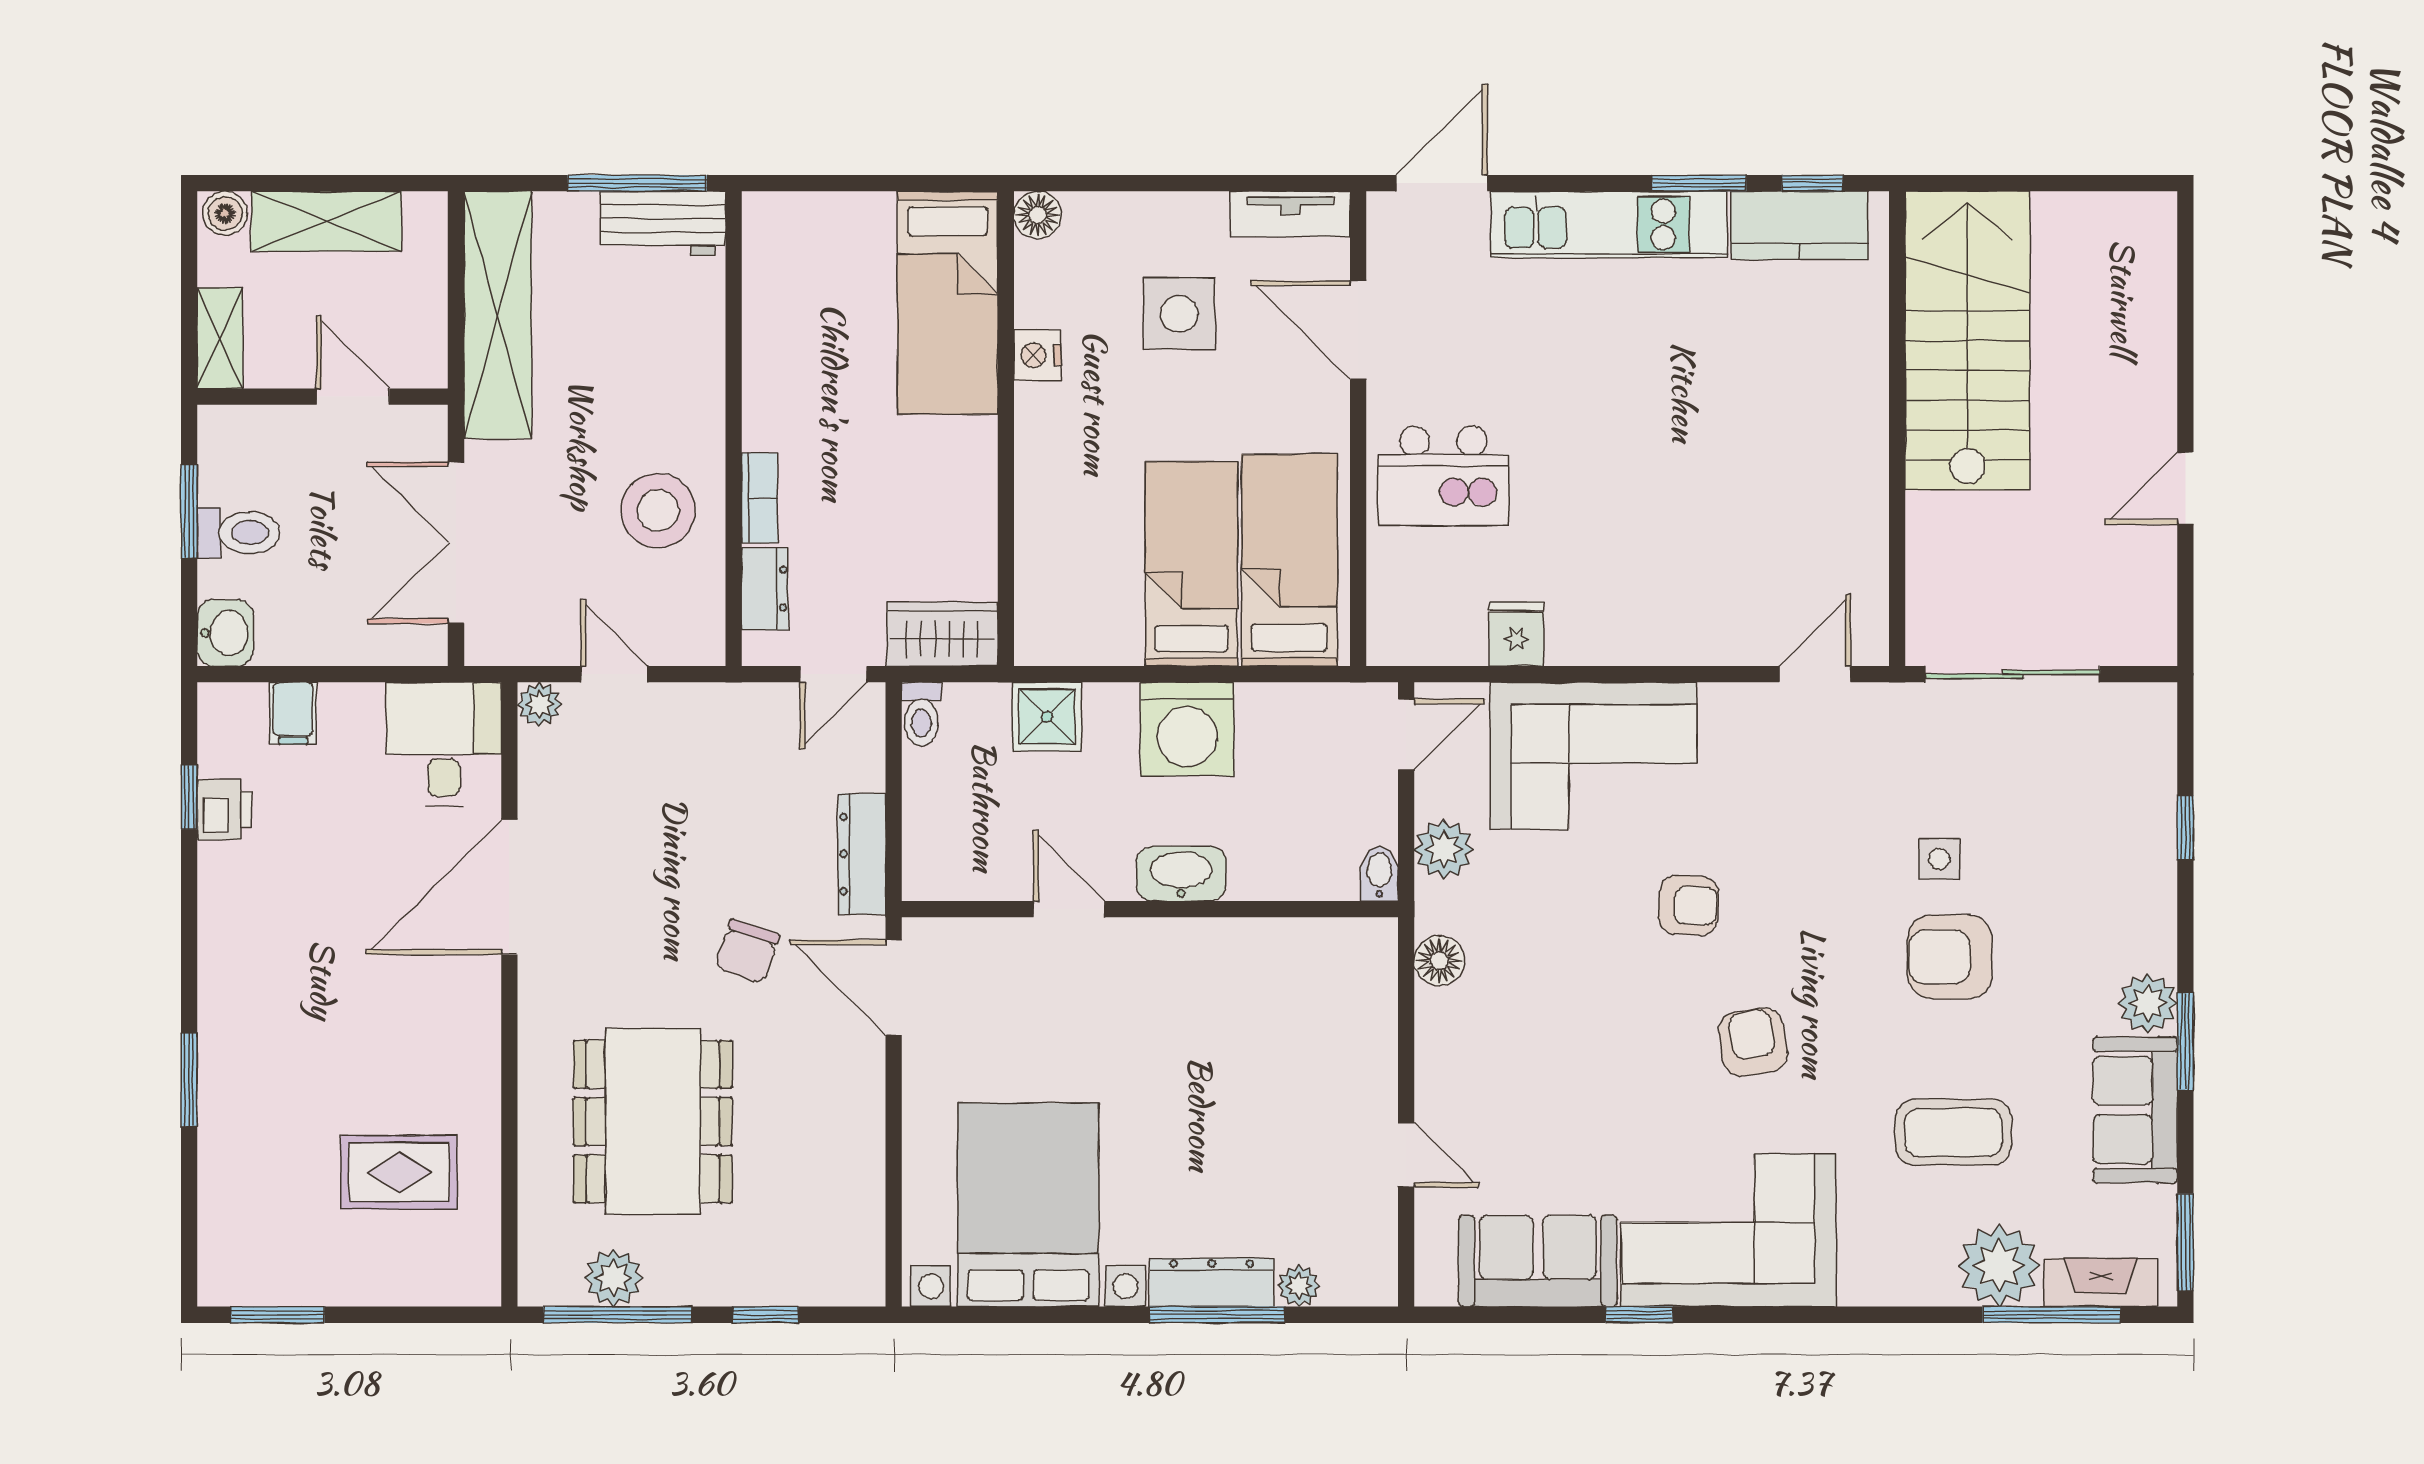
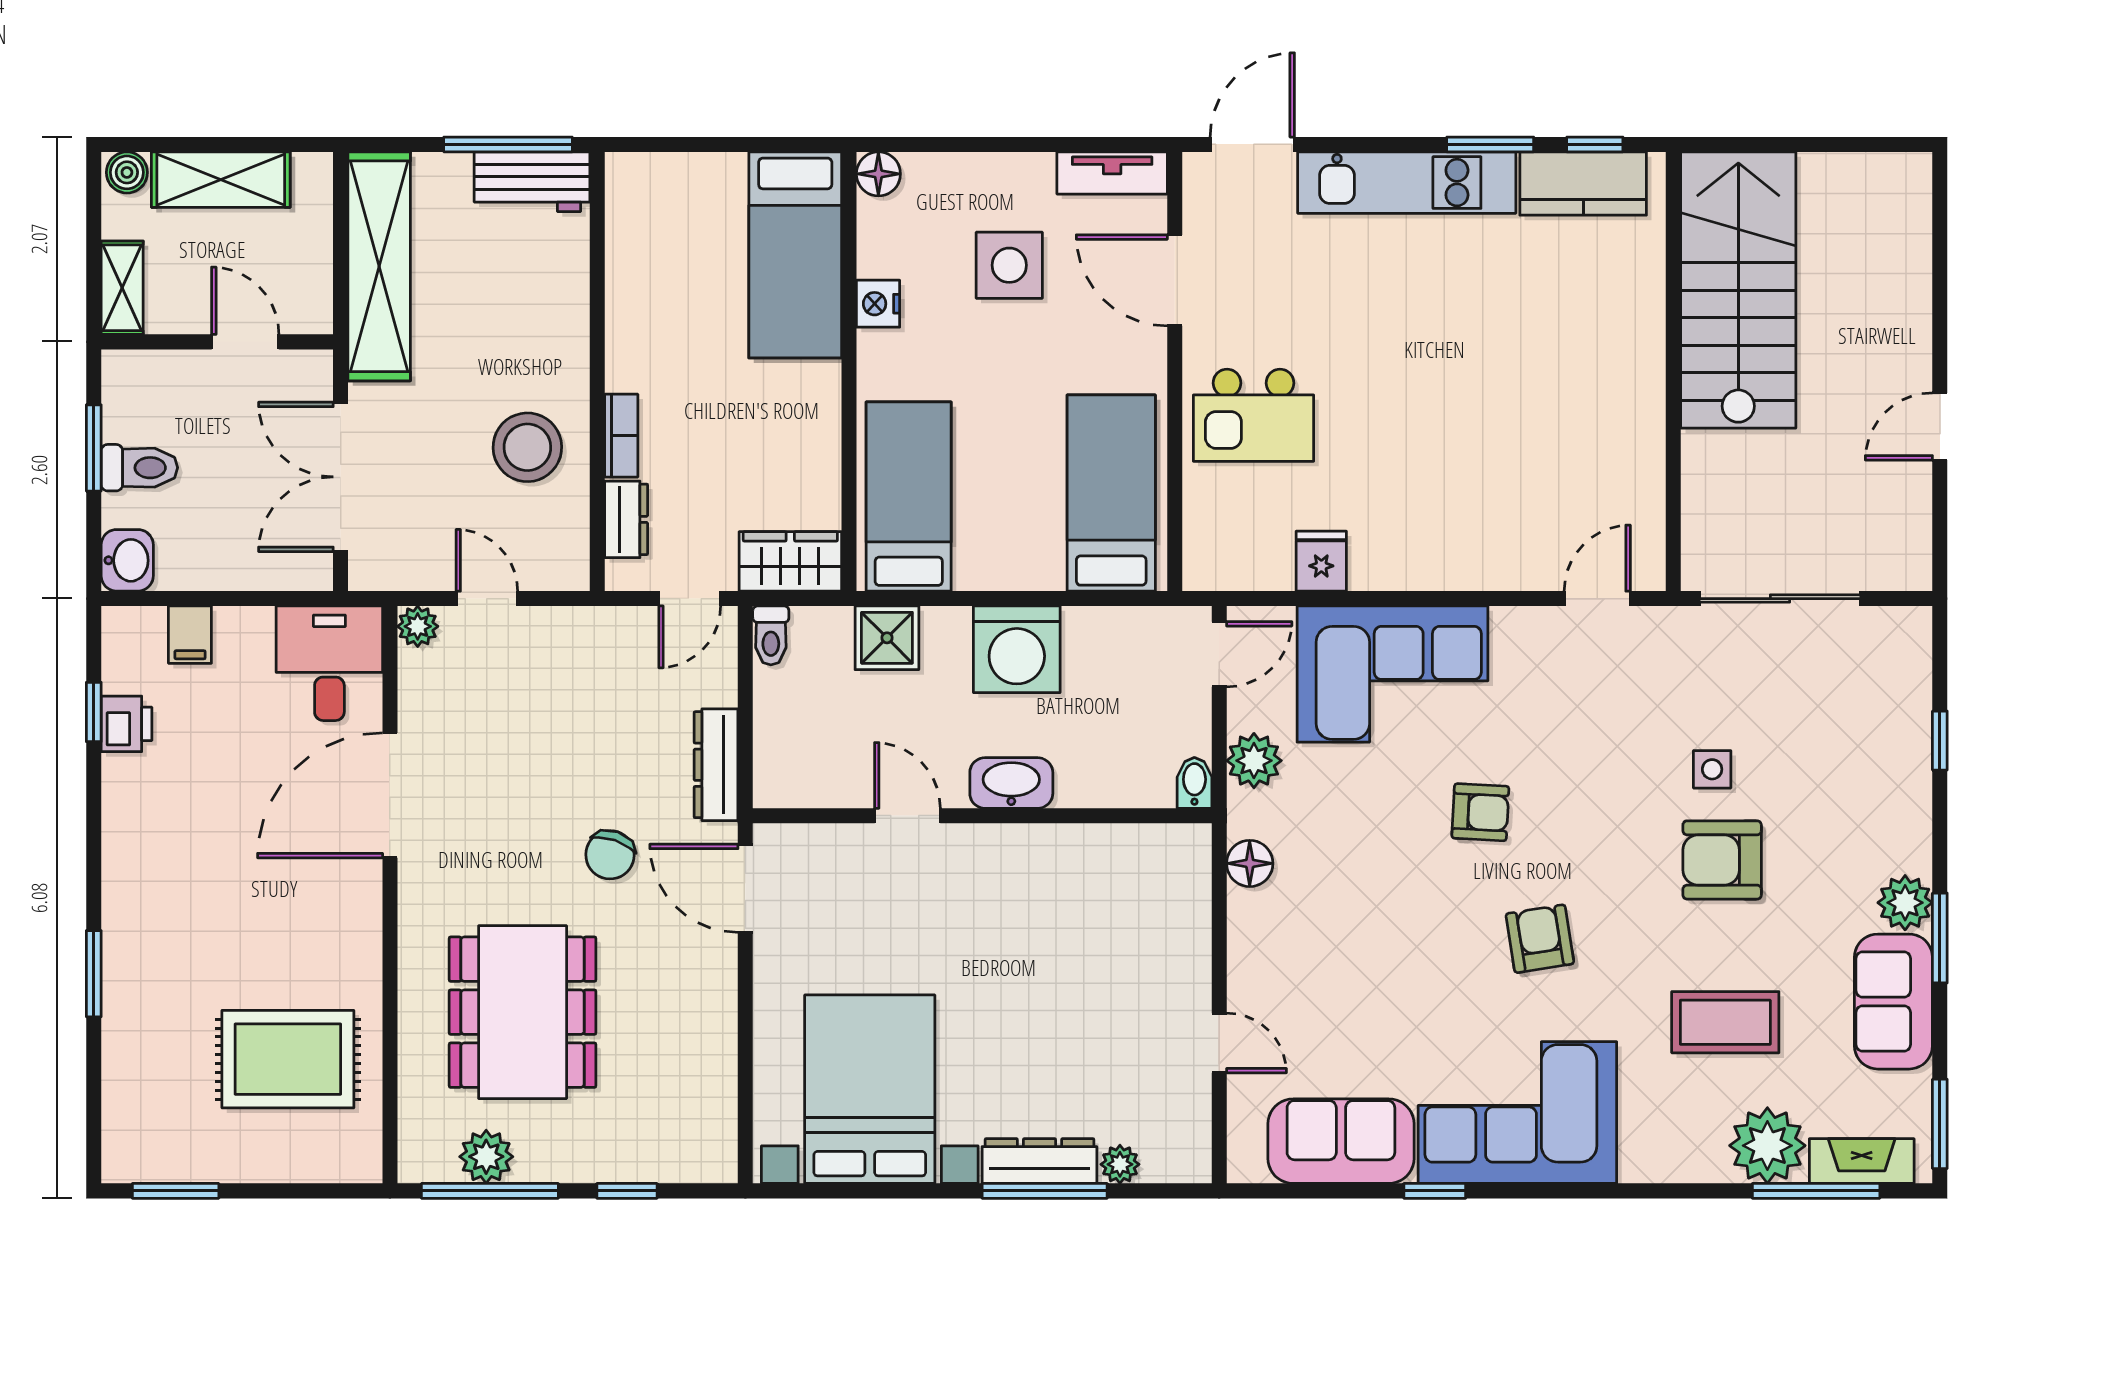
bed: (1191, 564) -> (909, 497), moved
rug: (399, 1172) -> (288, 1059), width x1.36, depth x1.43

